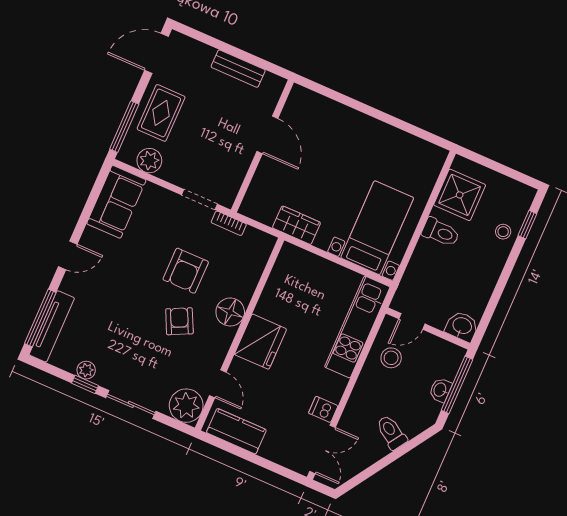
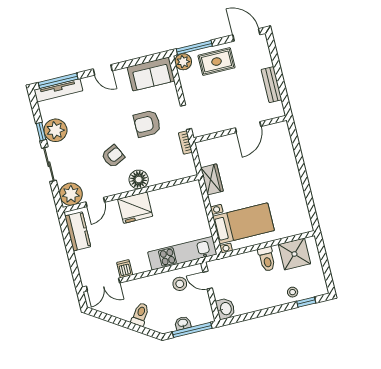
plant: (149, 161) -> (183, 62), moved
armchair: (186, 271) -> (147, 124), moved
plant: (86, 370) -> (55, 130), width x1.88, depth x1.88

